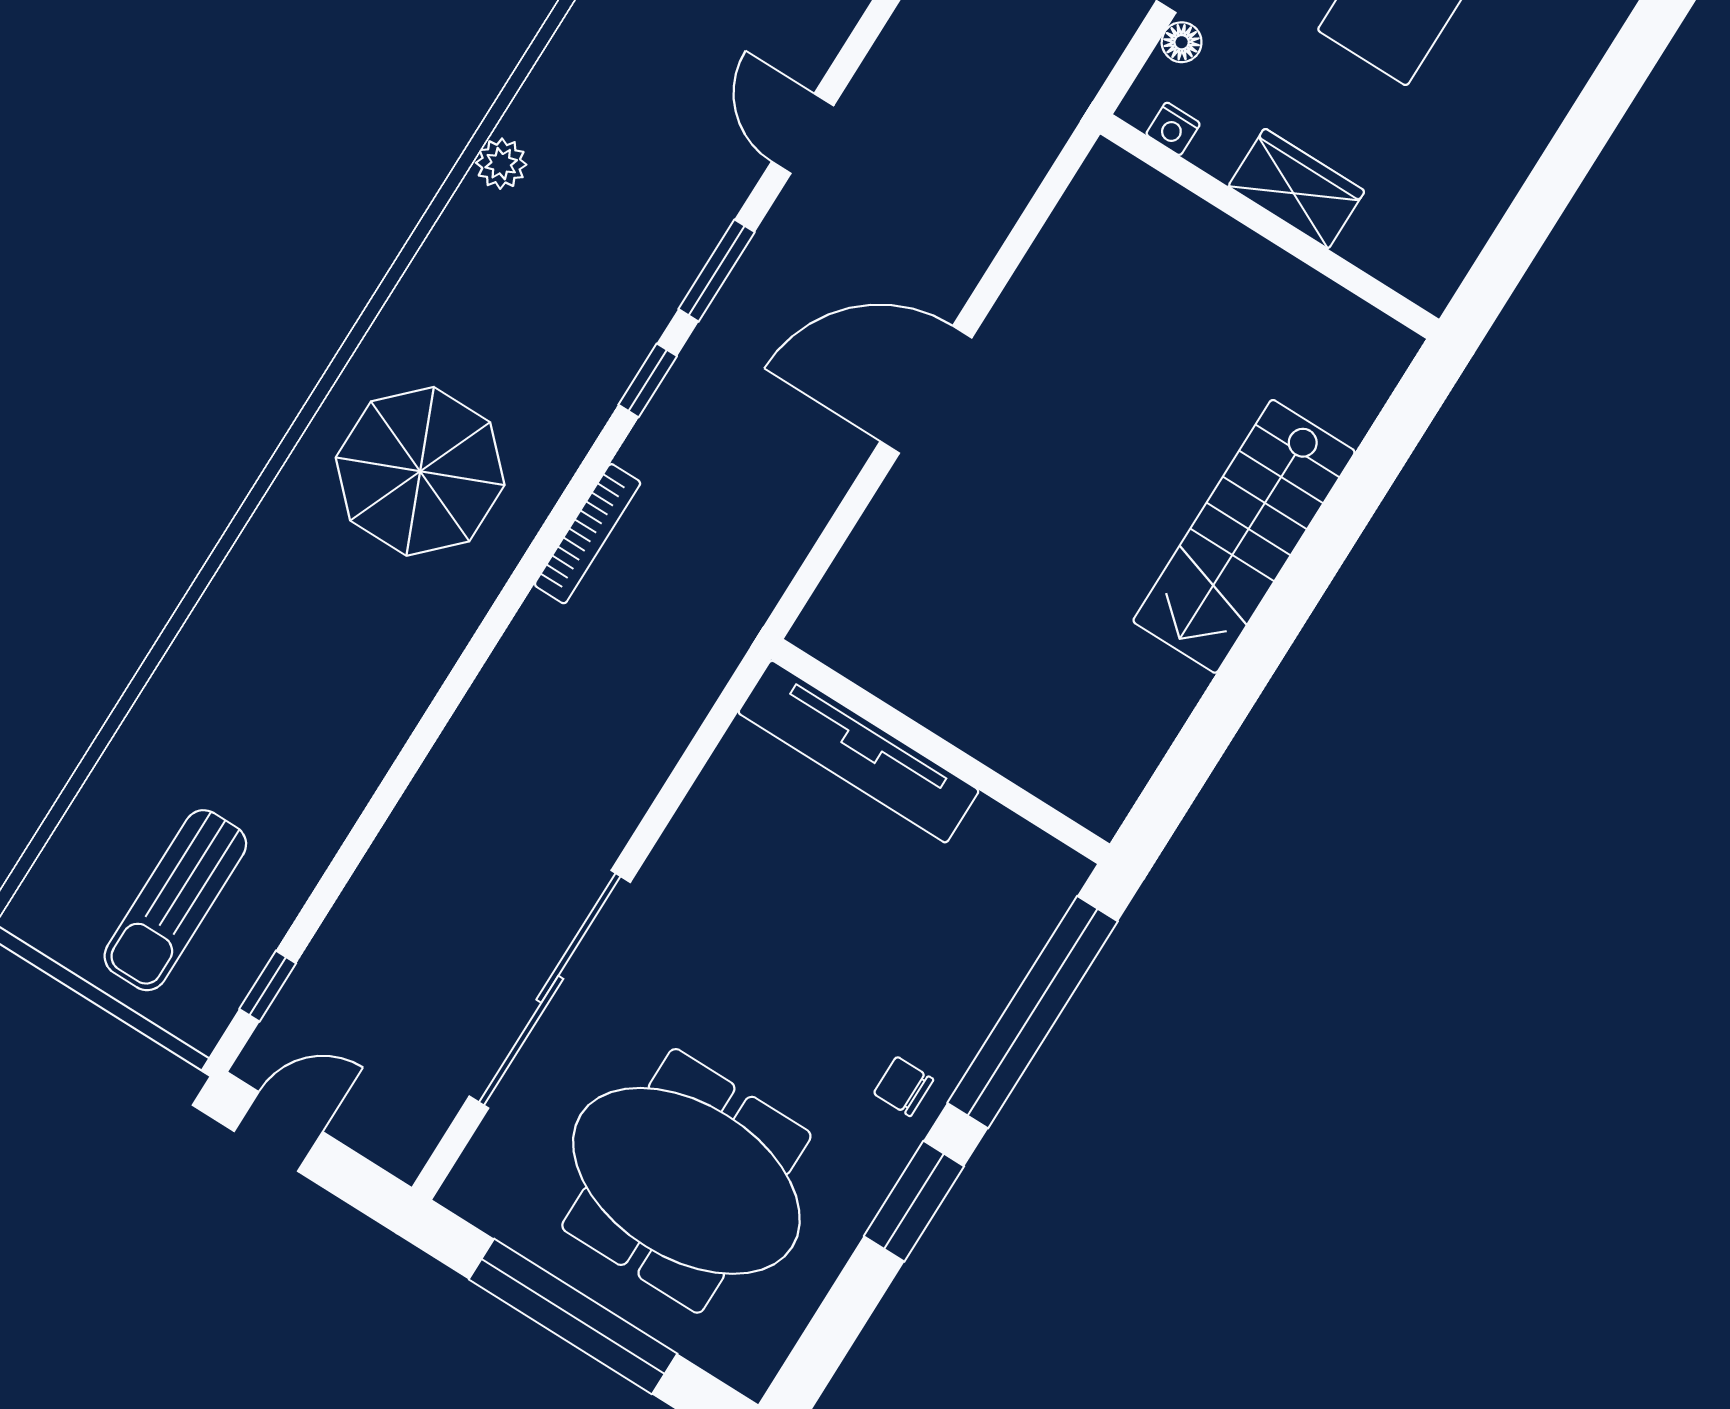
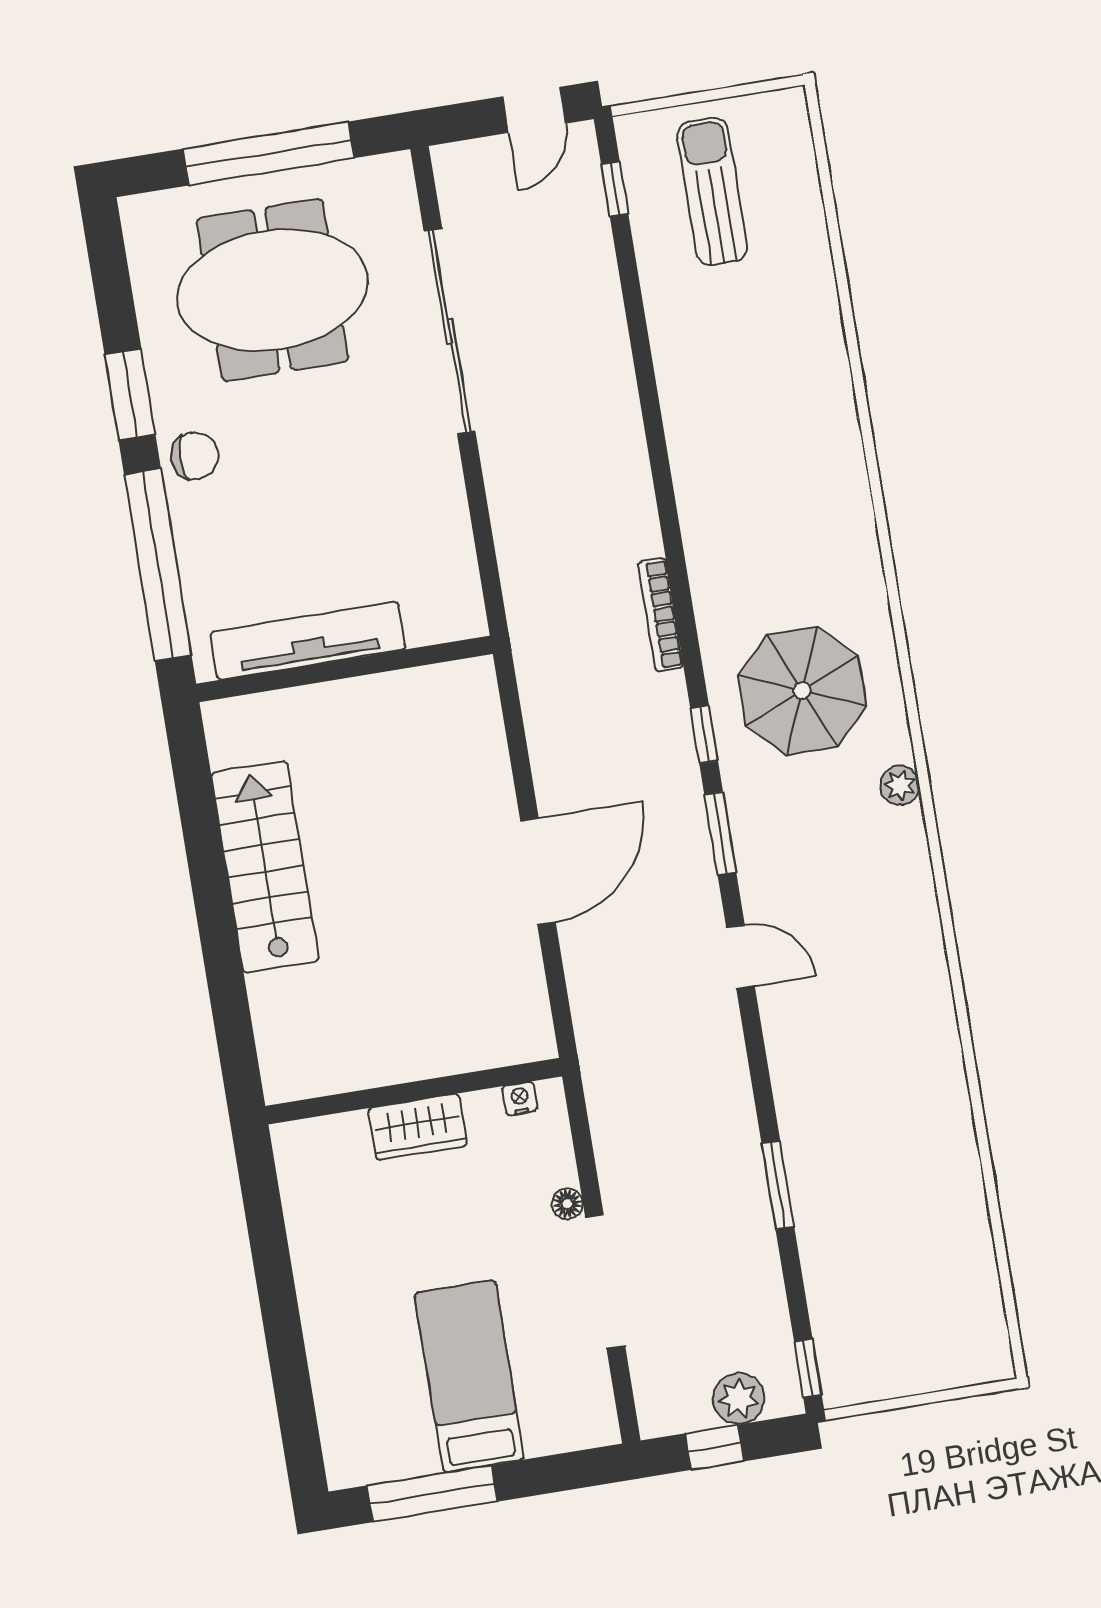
nightstand: (1173, 129) -> (520, 1099), moved
wardrobe: (1296, 189) -> (418, 1127), moved
wall: (1270, 227) -> (414, 1091), moved
parasol: (420, 471) -> (802, 691), moved
stairs: (1244, 536) -> (265, 867), moved
tv unit: (859, 752) -> (308, 641), moved
chair: (904, 1086) -> (195, 456), width x1.37, depth x1.37

